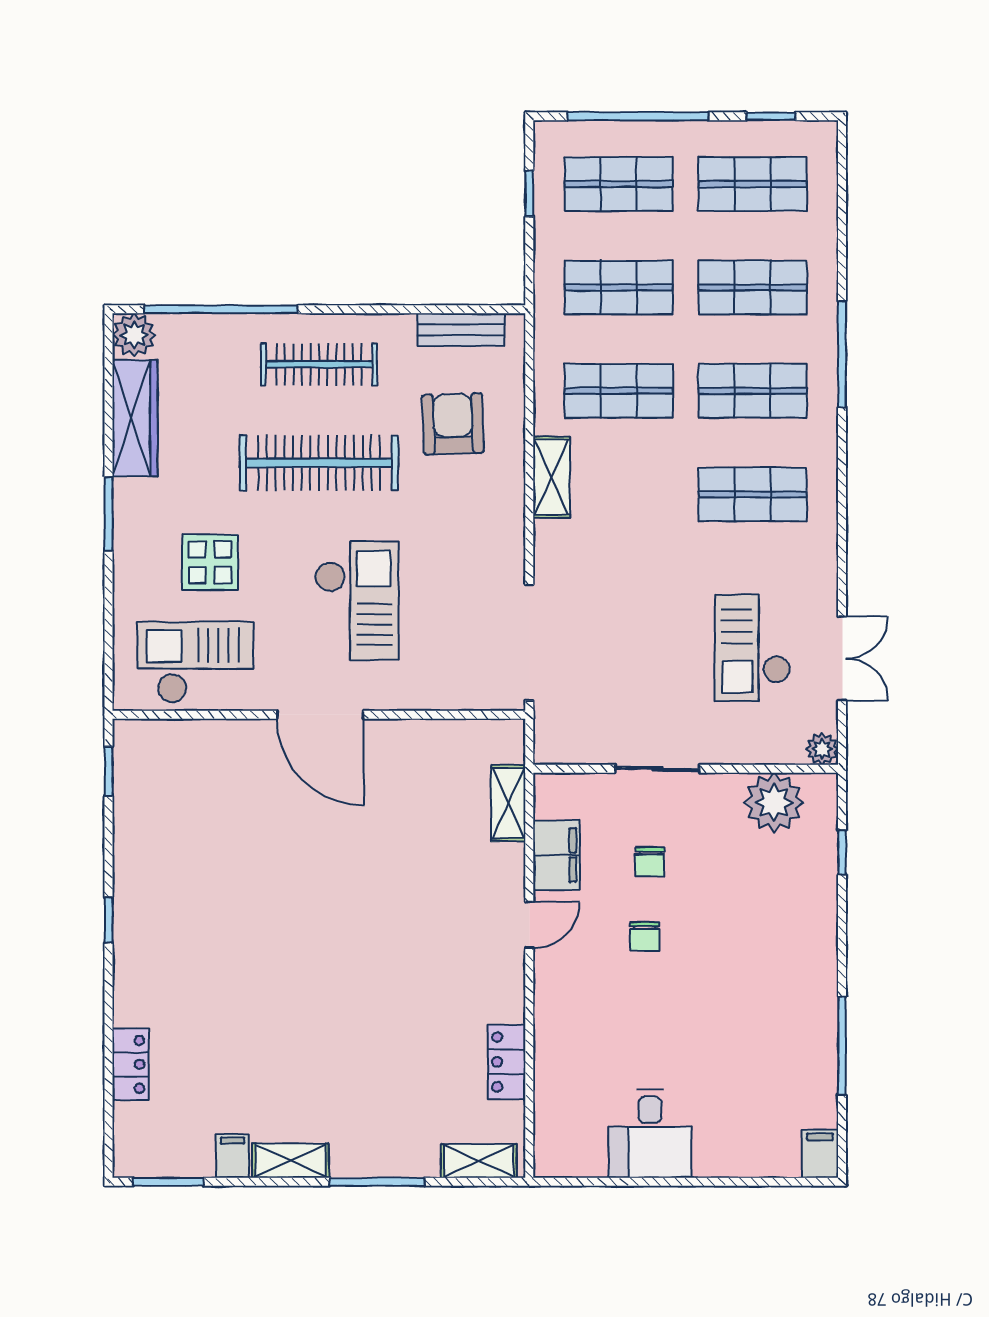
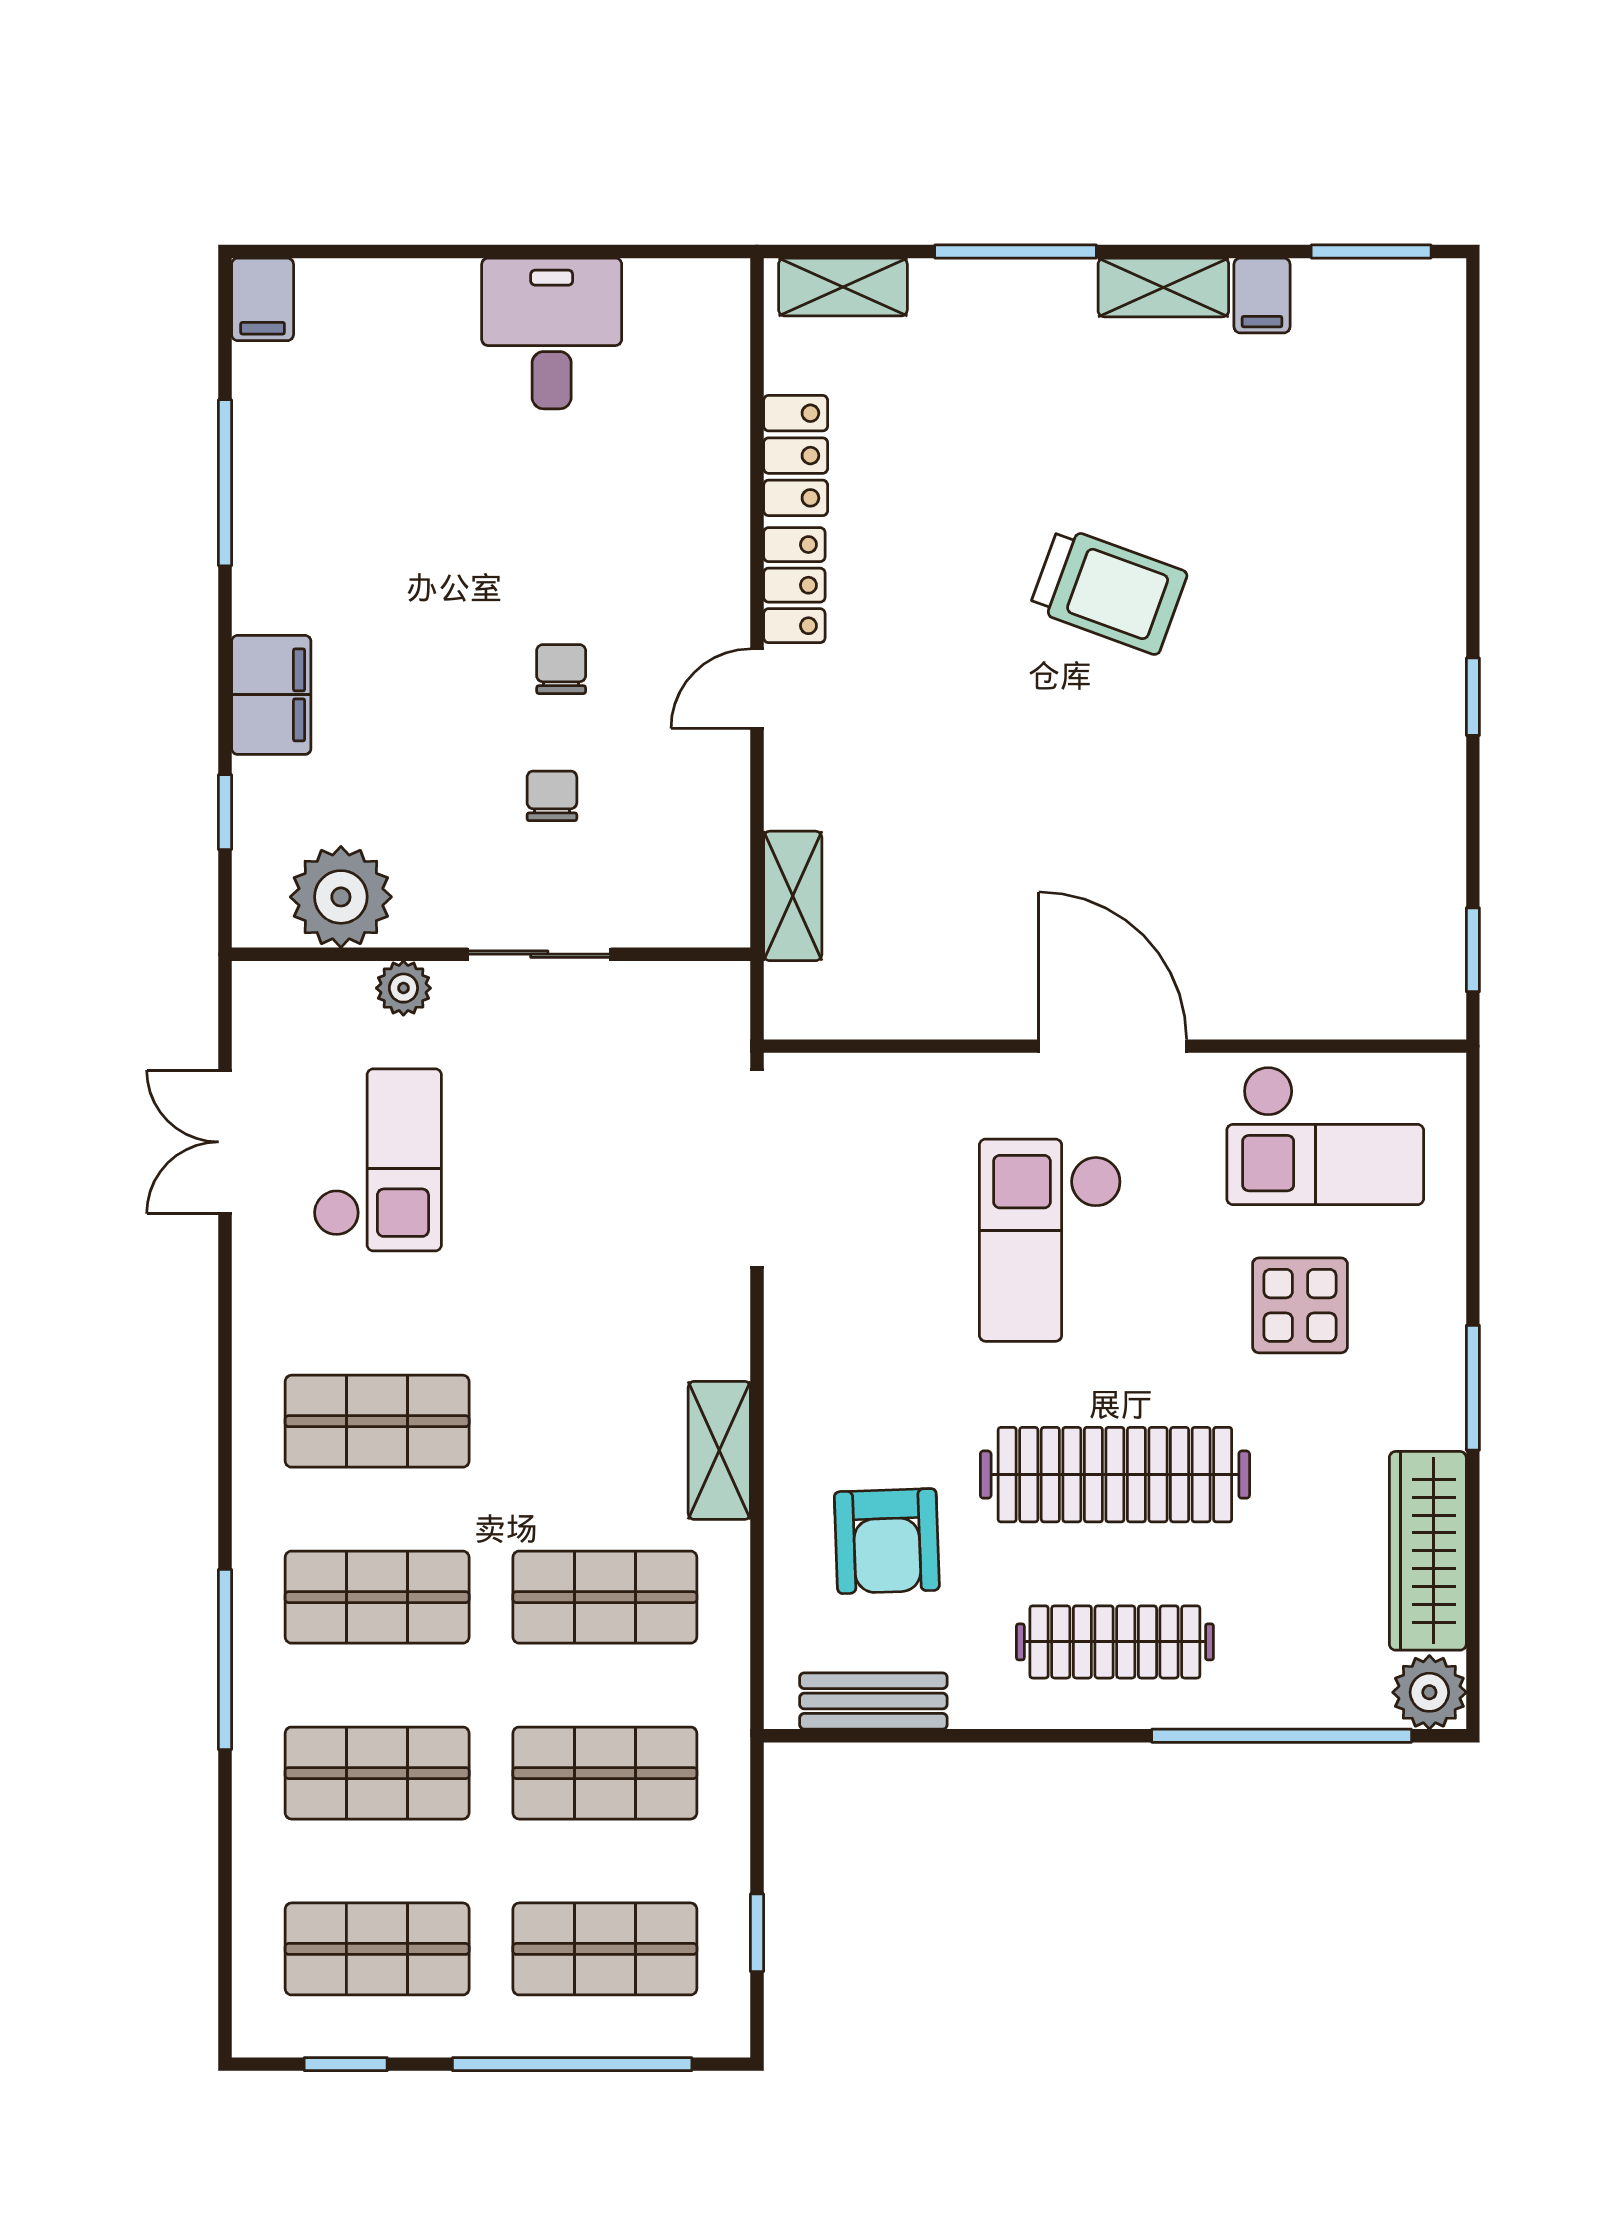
plant: (822, 749) -> (403, 988), moved
filing cabinet: (557, 855) -> (271, 695), moved, turned 180
trolley: (323, 982) -> (1108, 591), added
locker: (130, 1064) -> (794, 585), moved, turned 180

